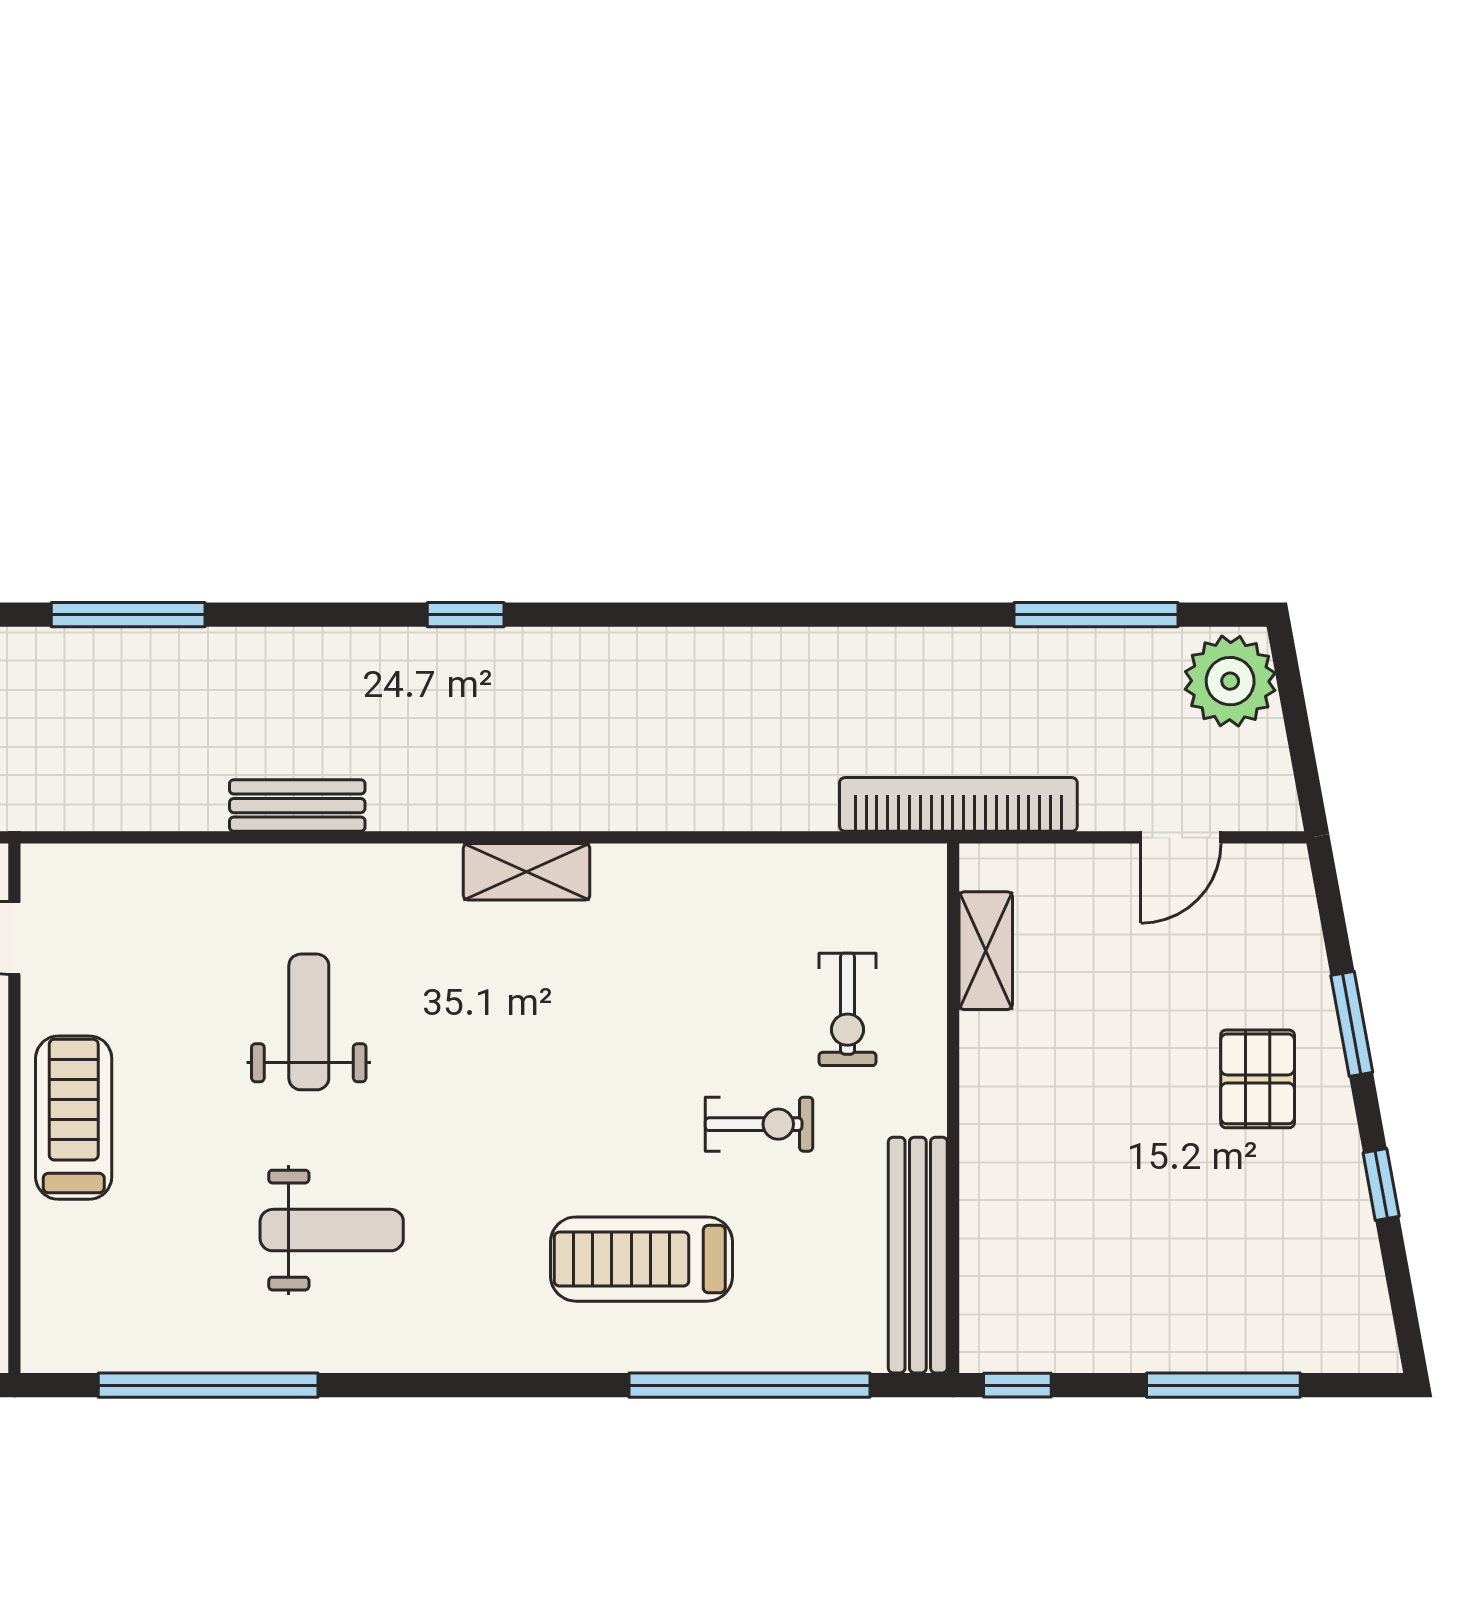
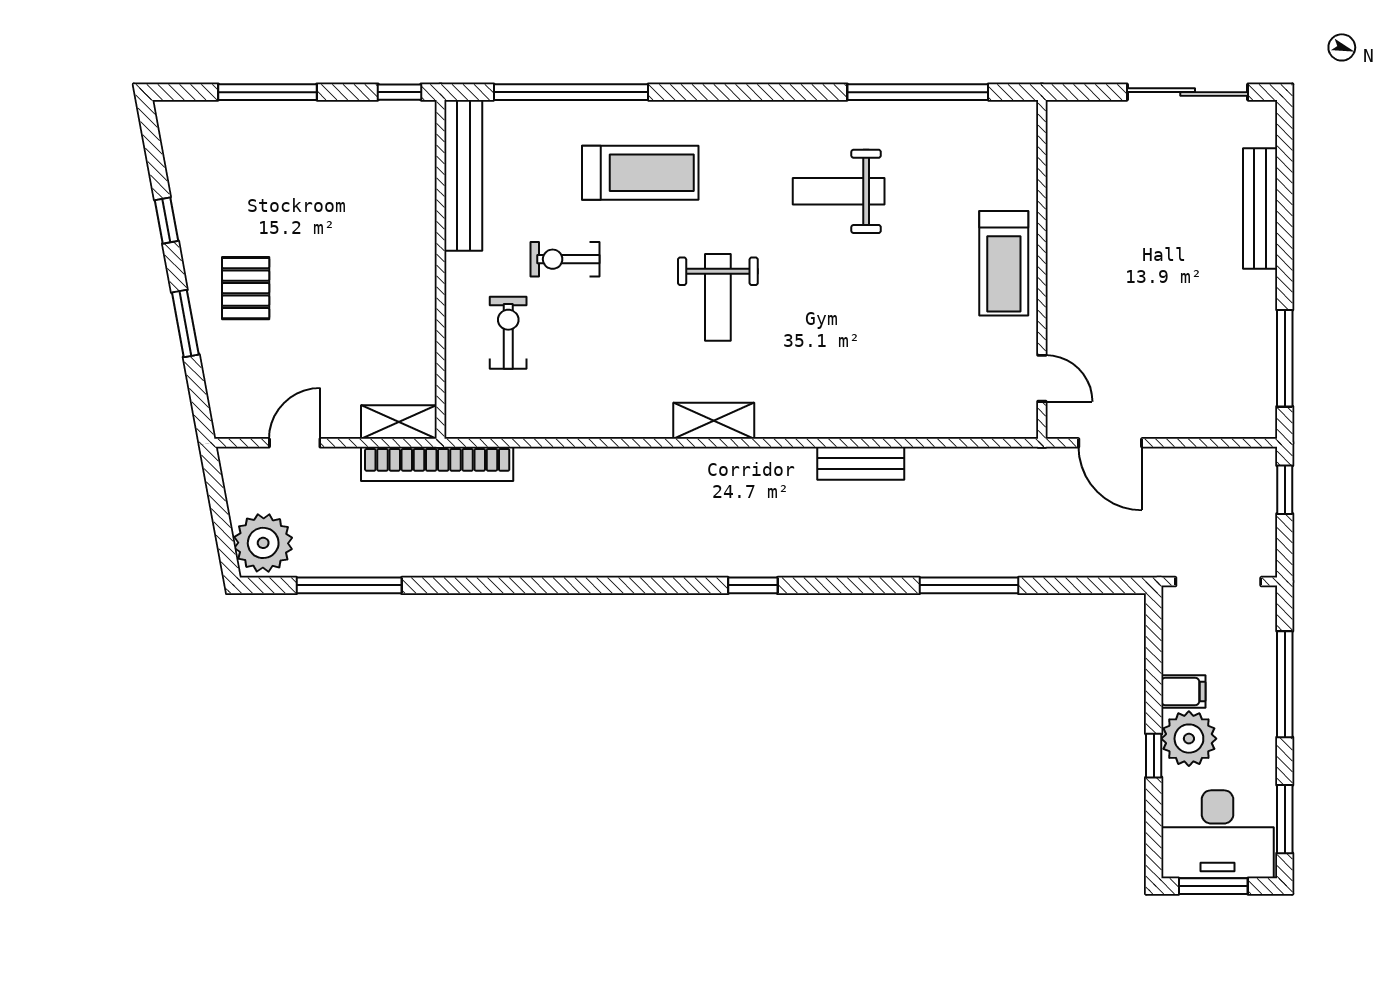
shelving: (986, 951) -> (399, 422), moved, turned 90
weight bench: (309, 1022) -> (718, 297), moved

